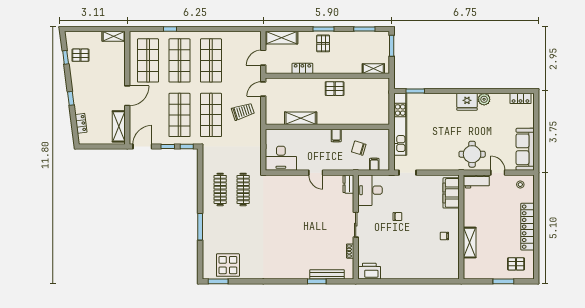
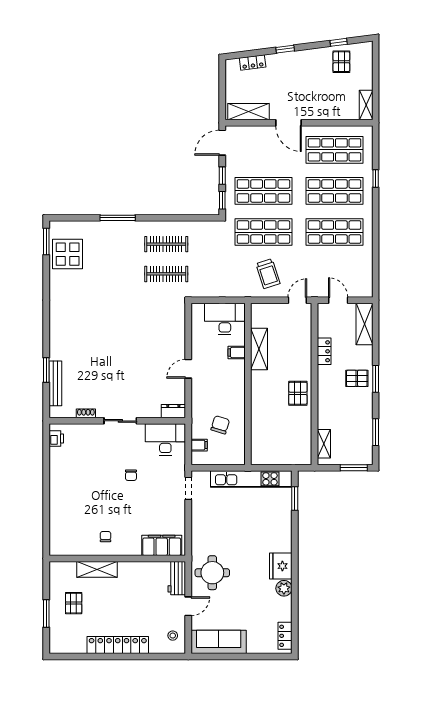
door: (263, 89) -> (297, 300), hinge flipped
filing cabinet: (336, 136) -> (237, 352), moved
door: (142, 146) -> (222, 143), swing flipped
desk: (281, 158) -> (225, 319), moved, turned 90
pallet: (516, 264) -> (74, 603), moved
printer: (369, 271) -> (56, 439), width x0.53, depth x0.68

